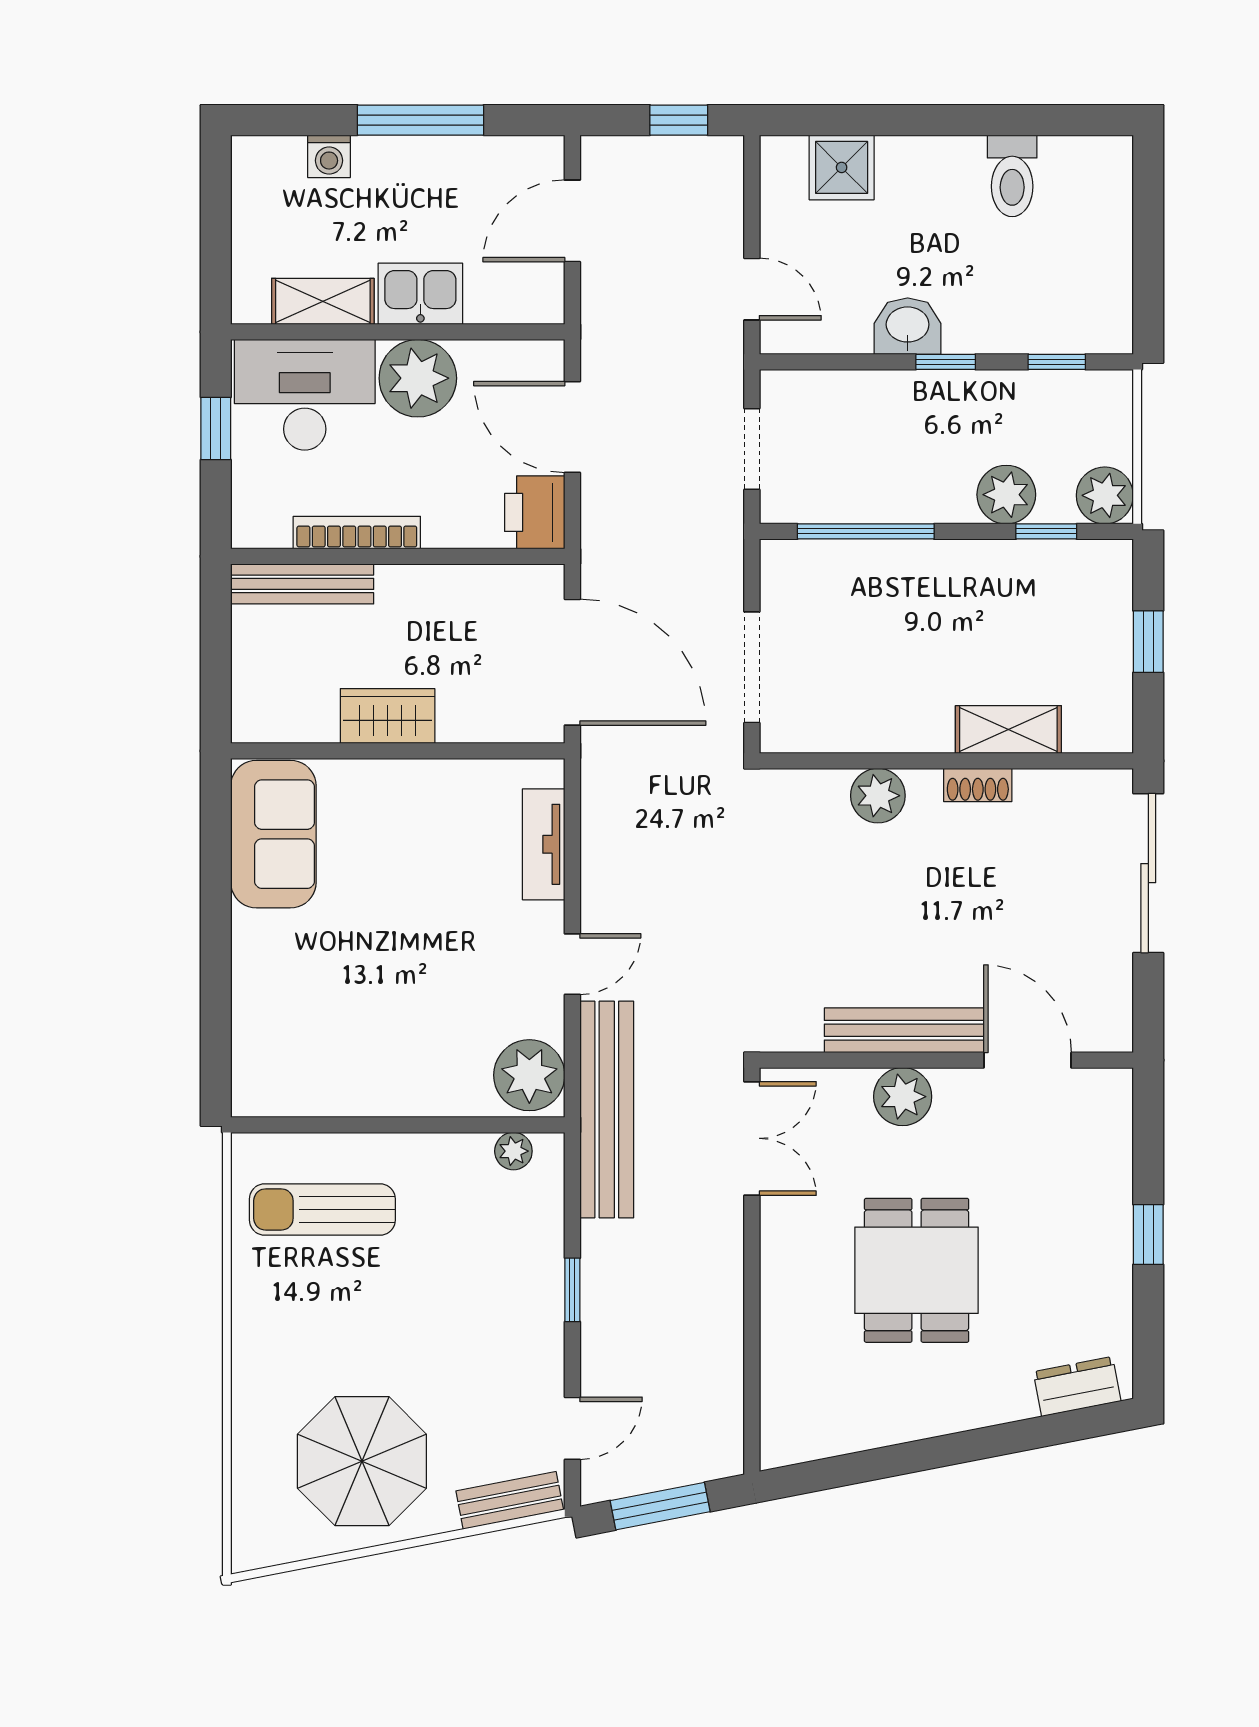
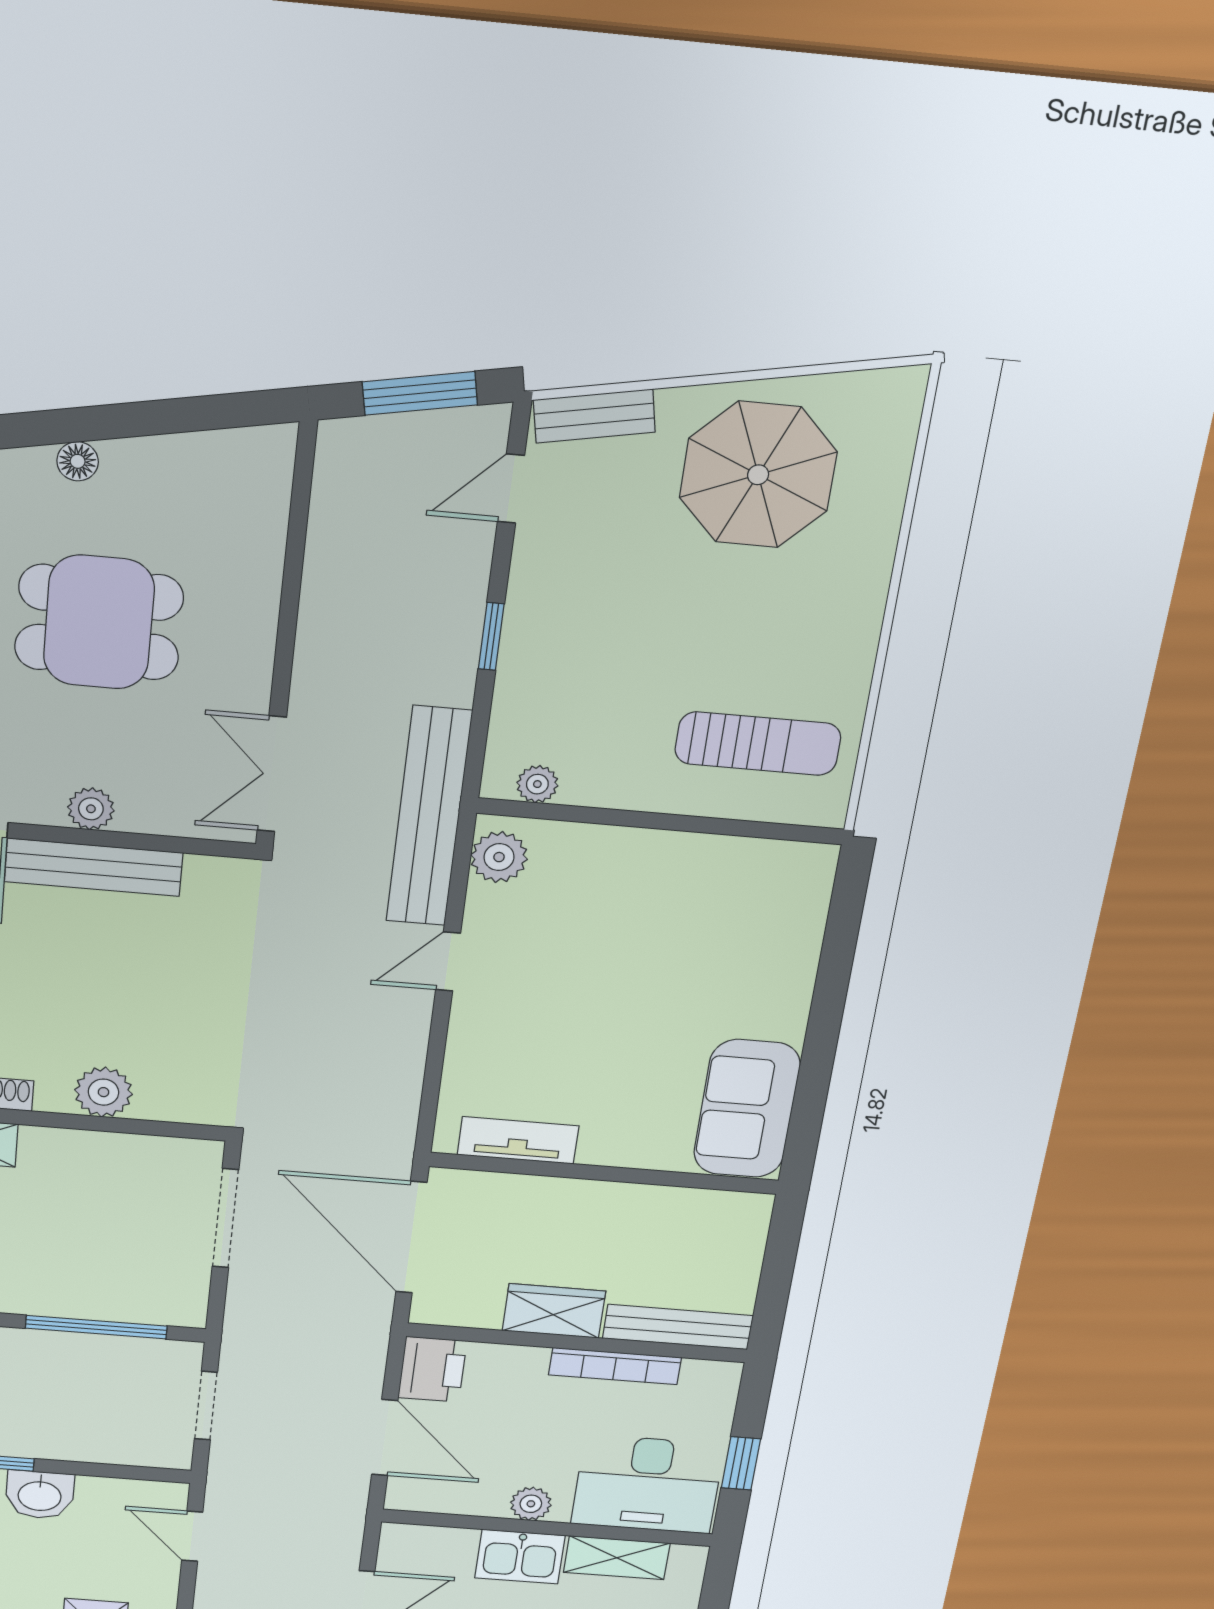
plant: (418, 378) -> (531, 1504), width x0.53, depth x0.53
wardrobe: (388, 716) -> (554, 1311), moved, turned 180
tv unit: (544, 844) -> (518, 1140), moved, turned -90
plant: (529, 1075) -> (499, 857), width x0.73, depth x0.73
plant: (903, 1097) -> (91, 809), width x0.73, depth x0.73
dining table: (917, 1270) -> (99, 622), turned 90
floor lamp: (945, 1417) -> (78, 461), added

